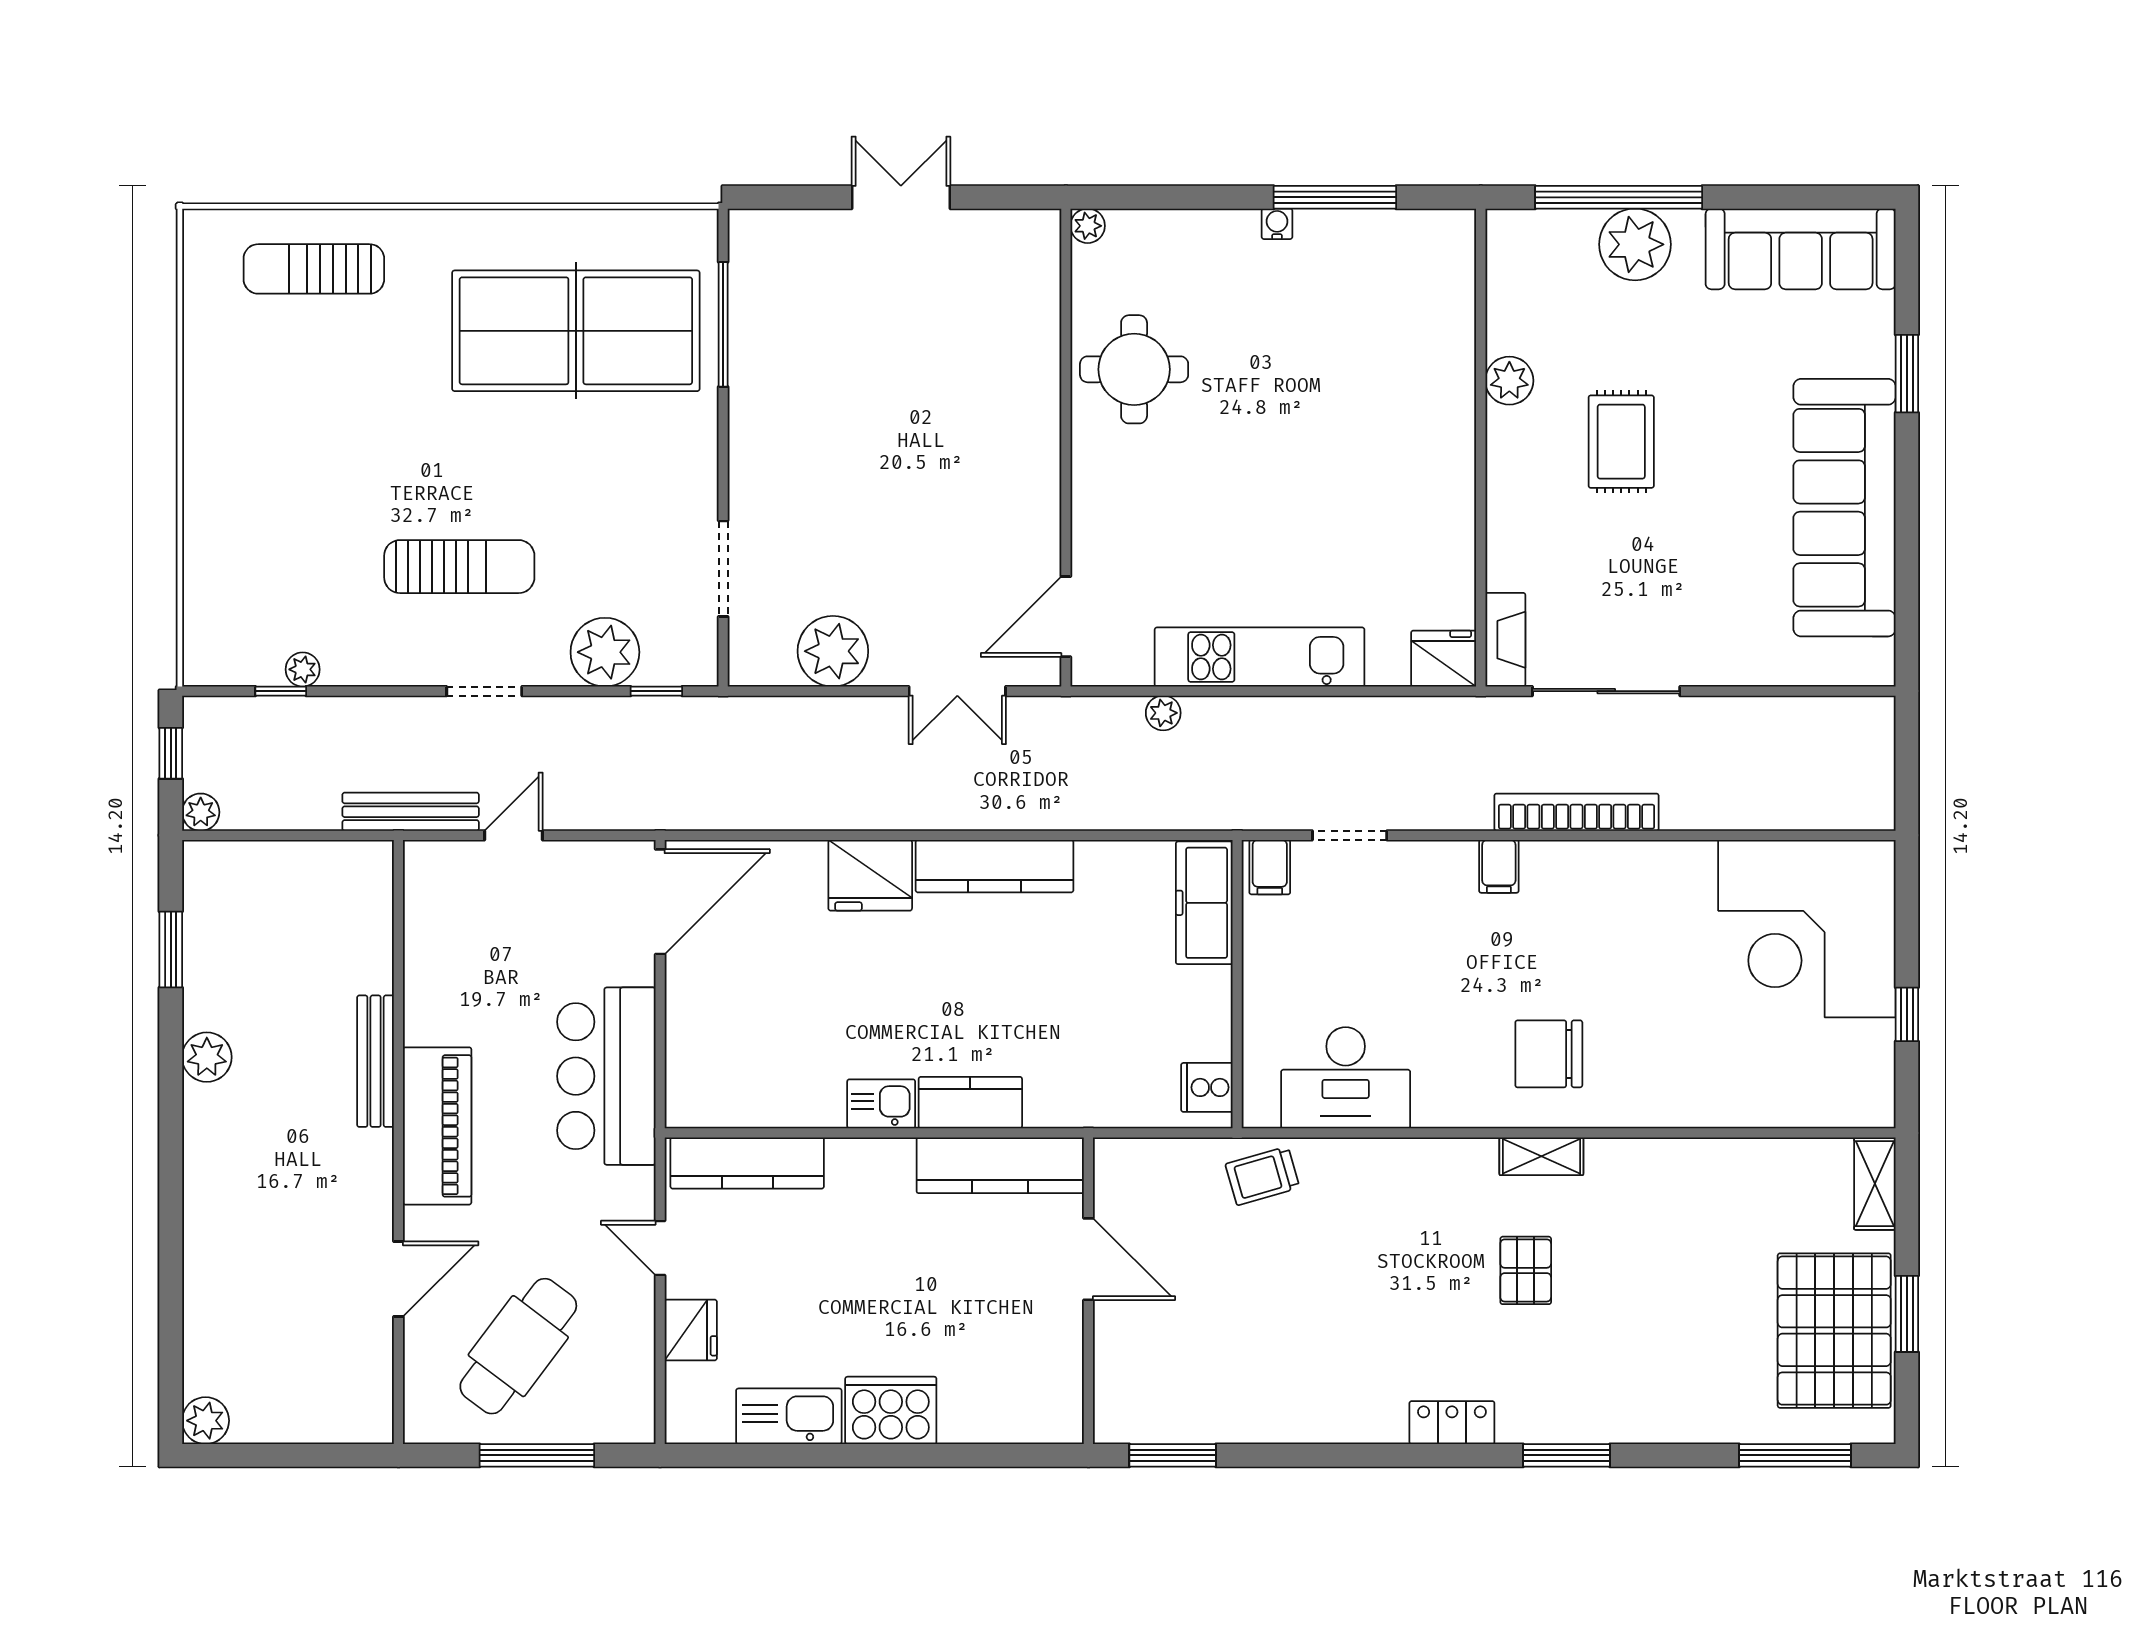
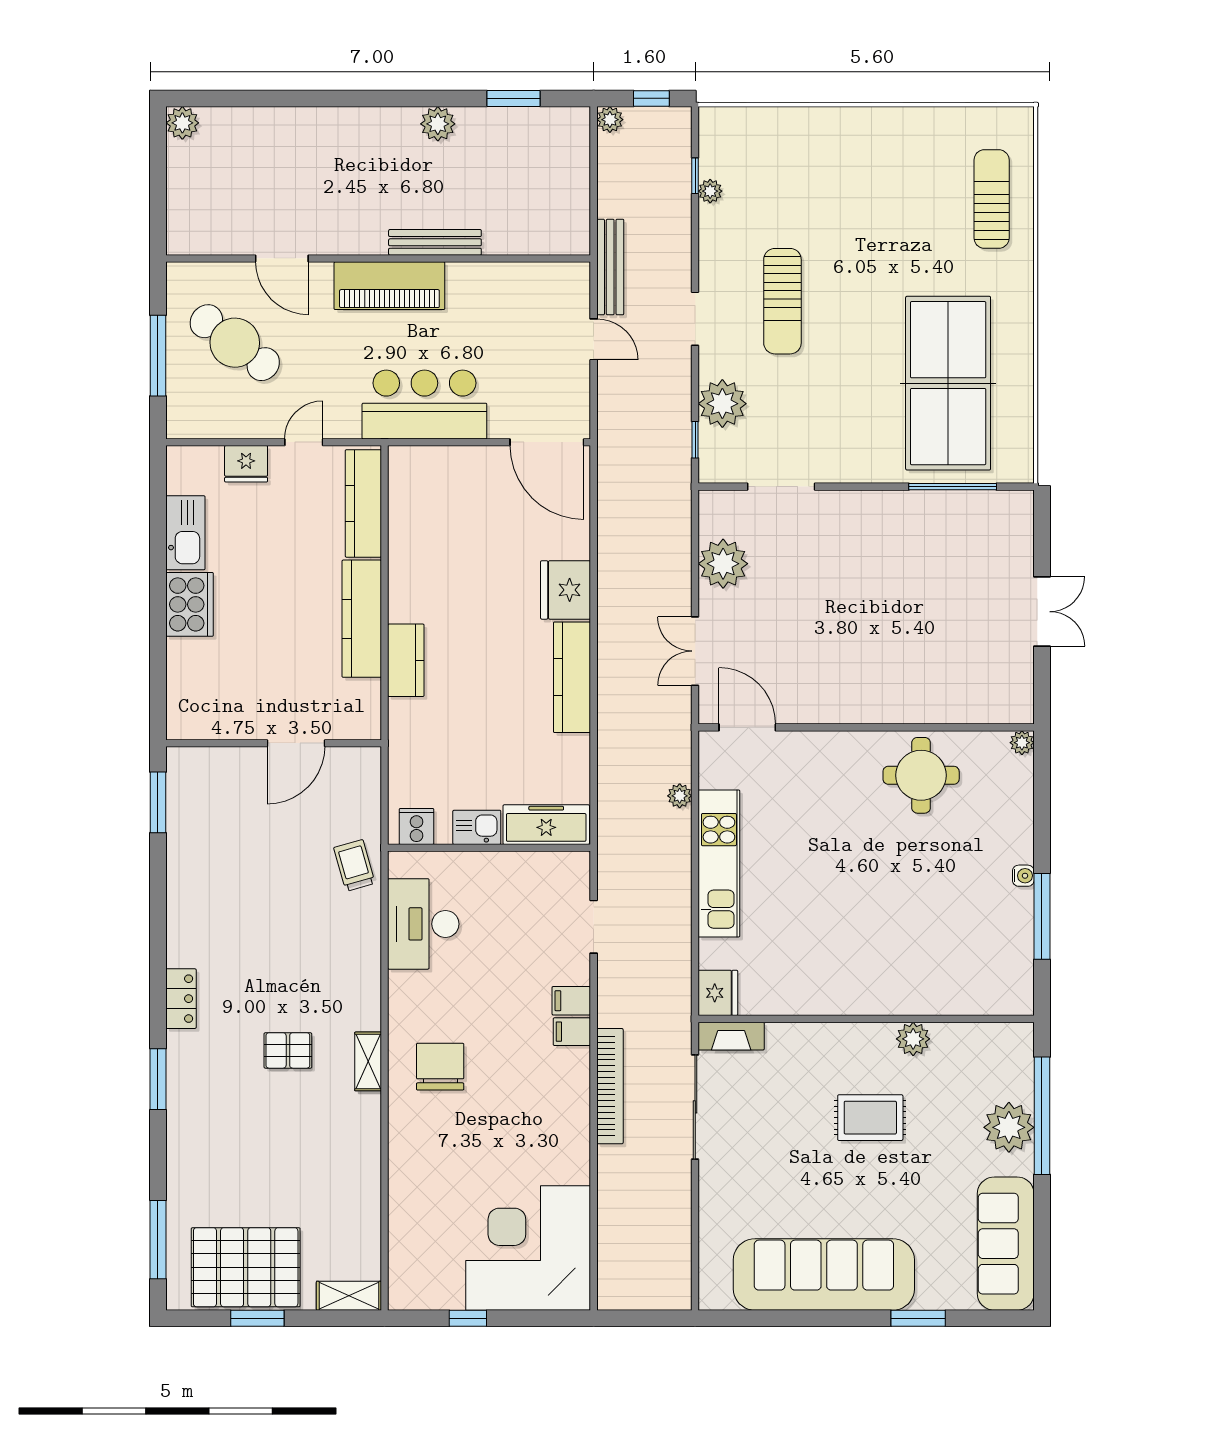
filing cabinet: (1270, 867) -> (571, 1001), moved
kitchen sink: (881, 1104) -> (477, 827), moved, turned -90
kitchen counter: (1000, 1165) -> (362, 619), moved

